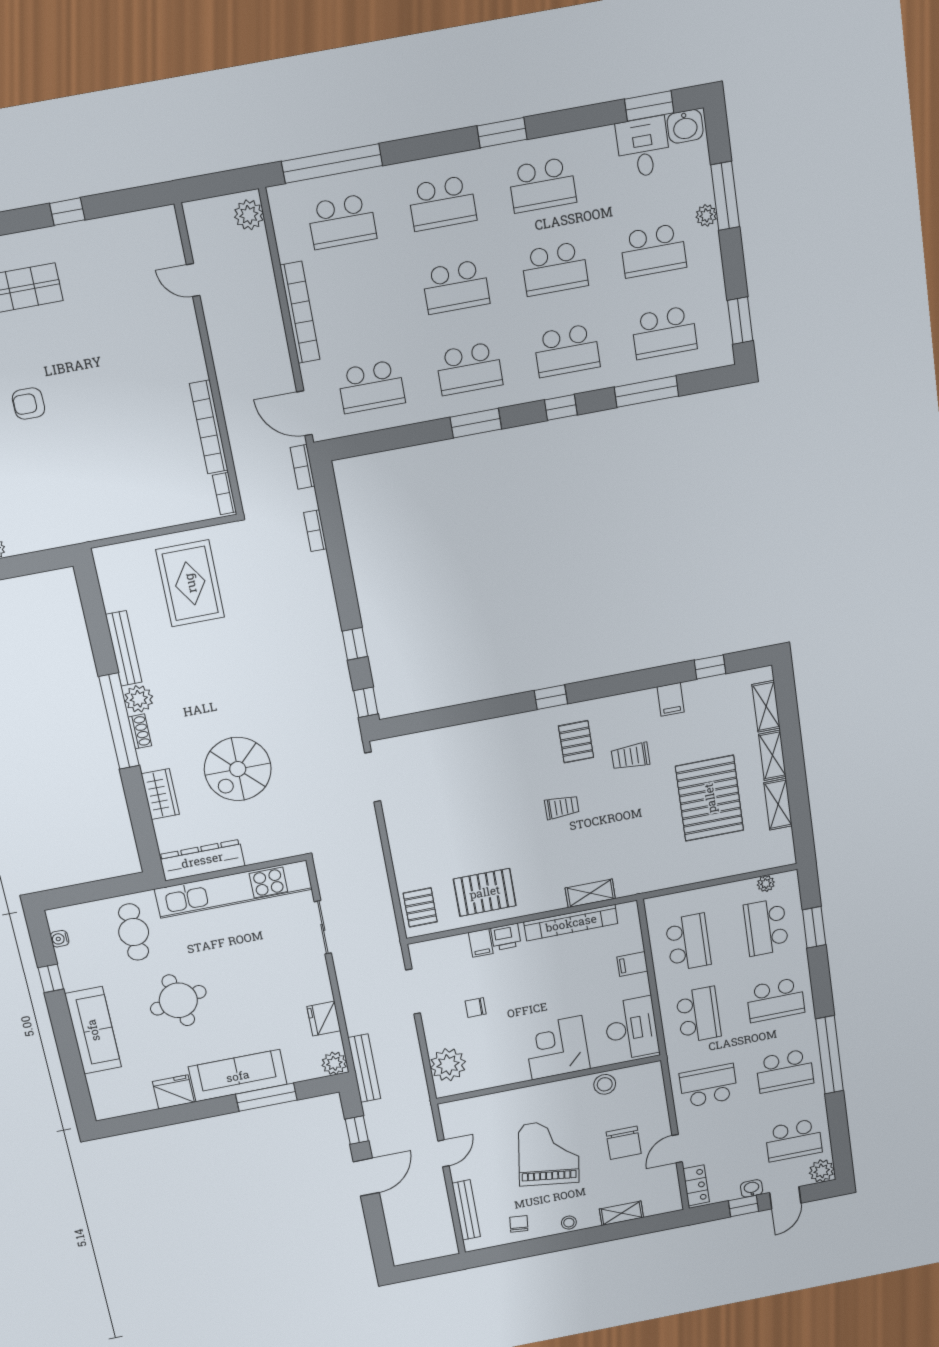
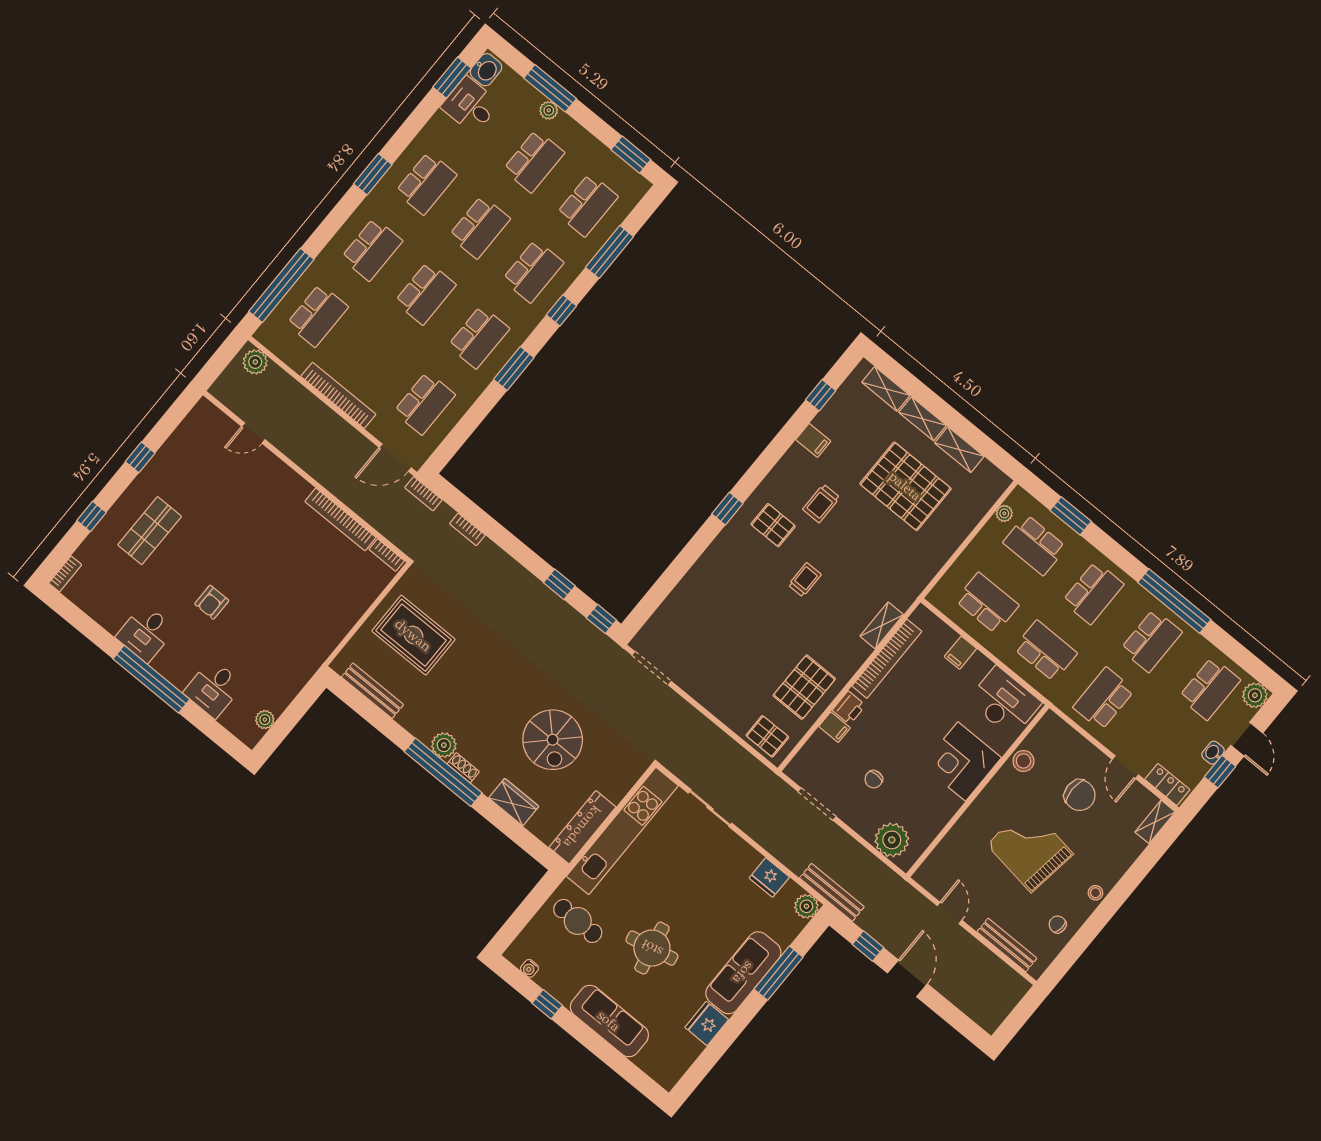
bench: (124, 648) -> (372, 691), moved
shelving: (621, 1213) -> (1155, 822), moved

